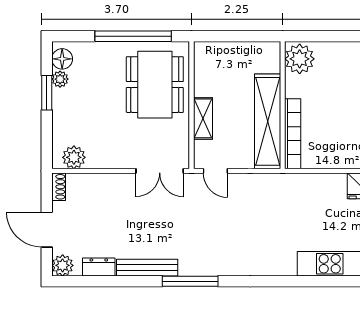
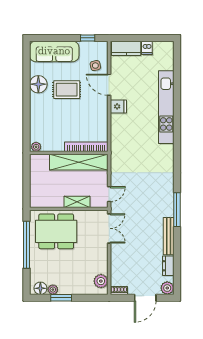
plant: (300, 59) -> (36, 147), width x0.53, depth x0.53

